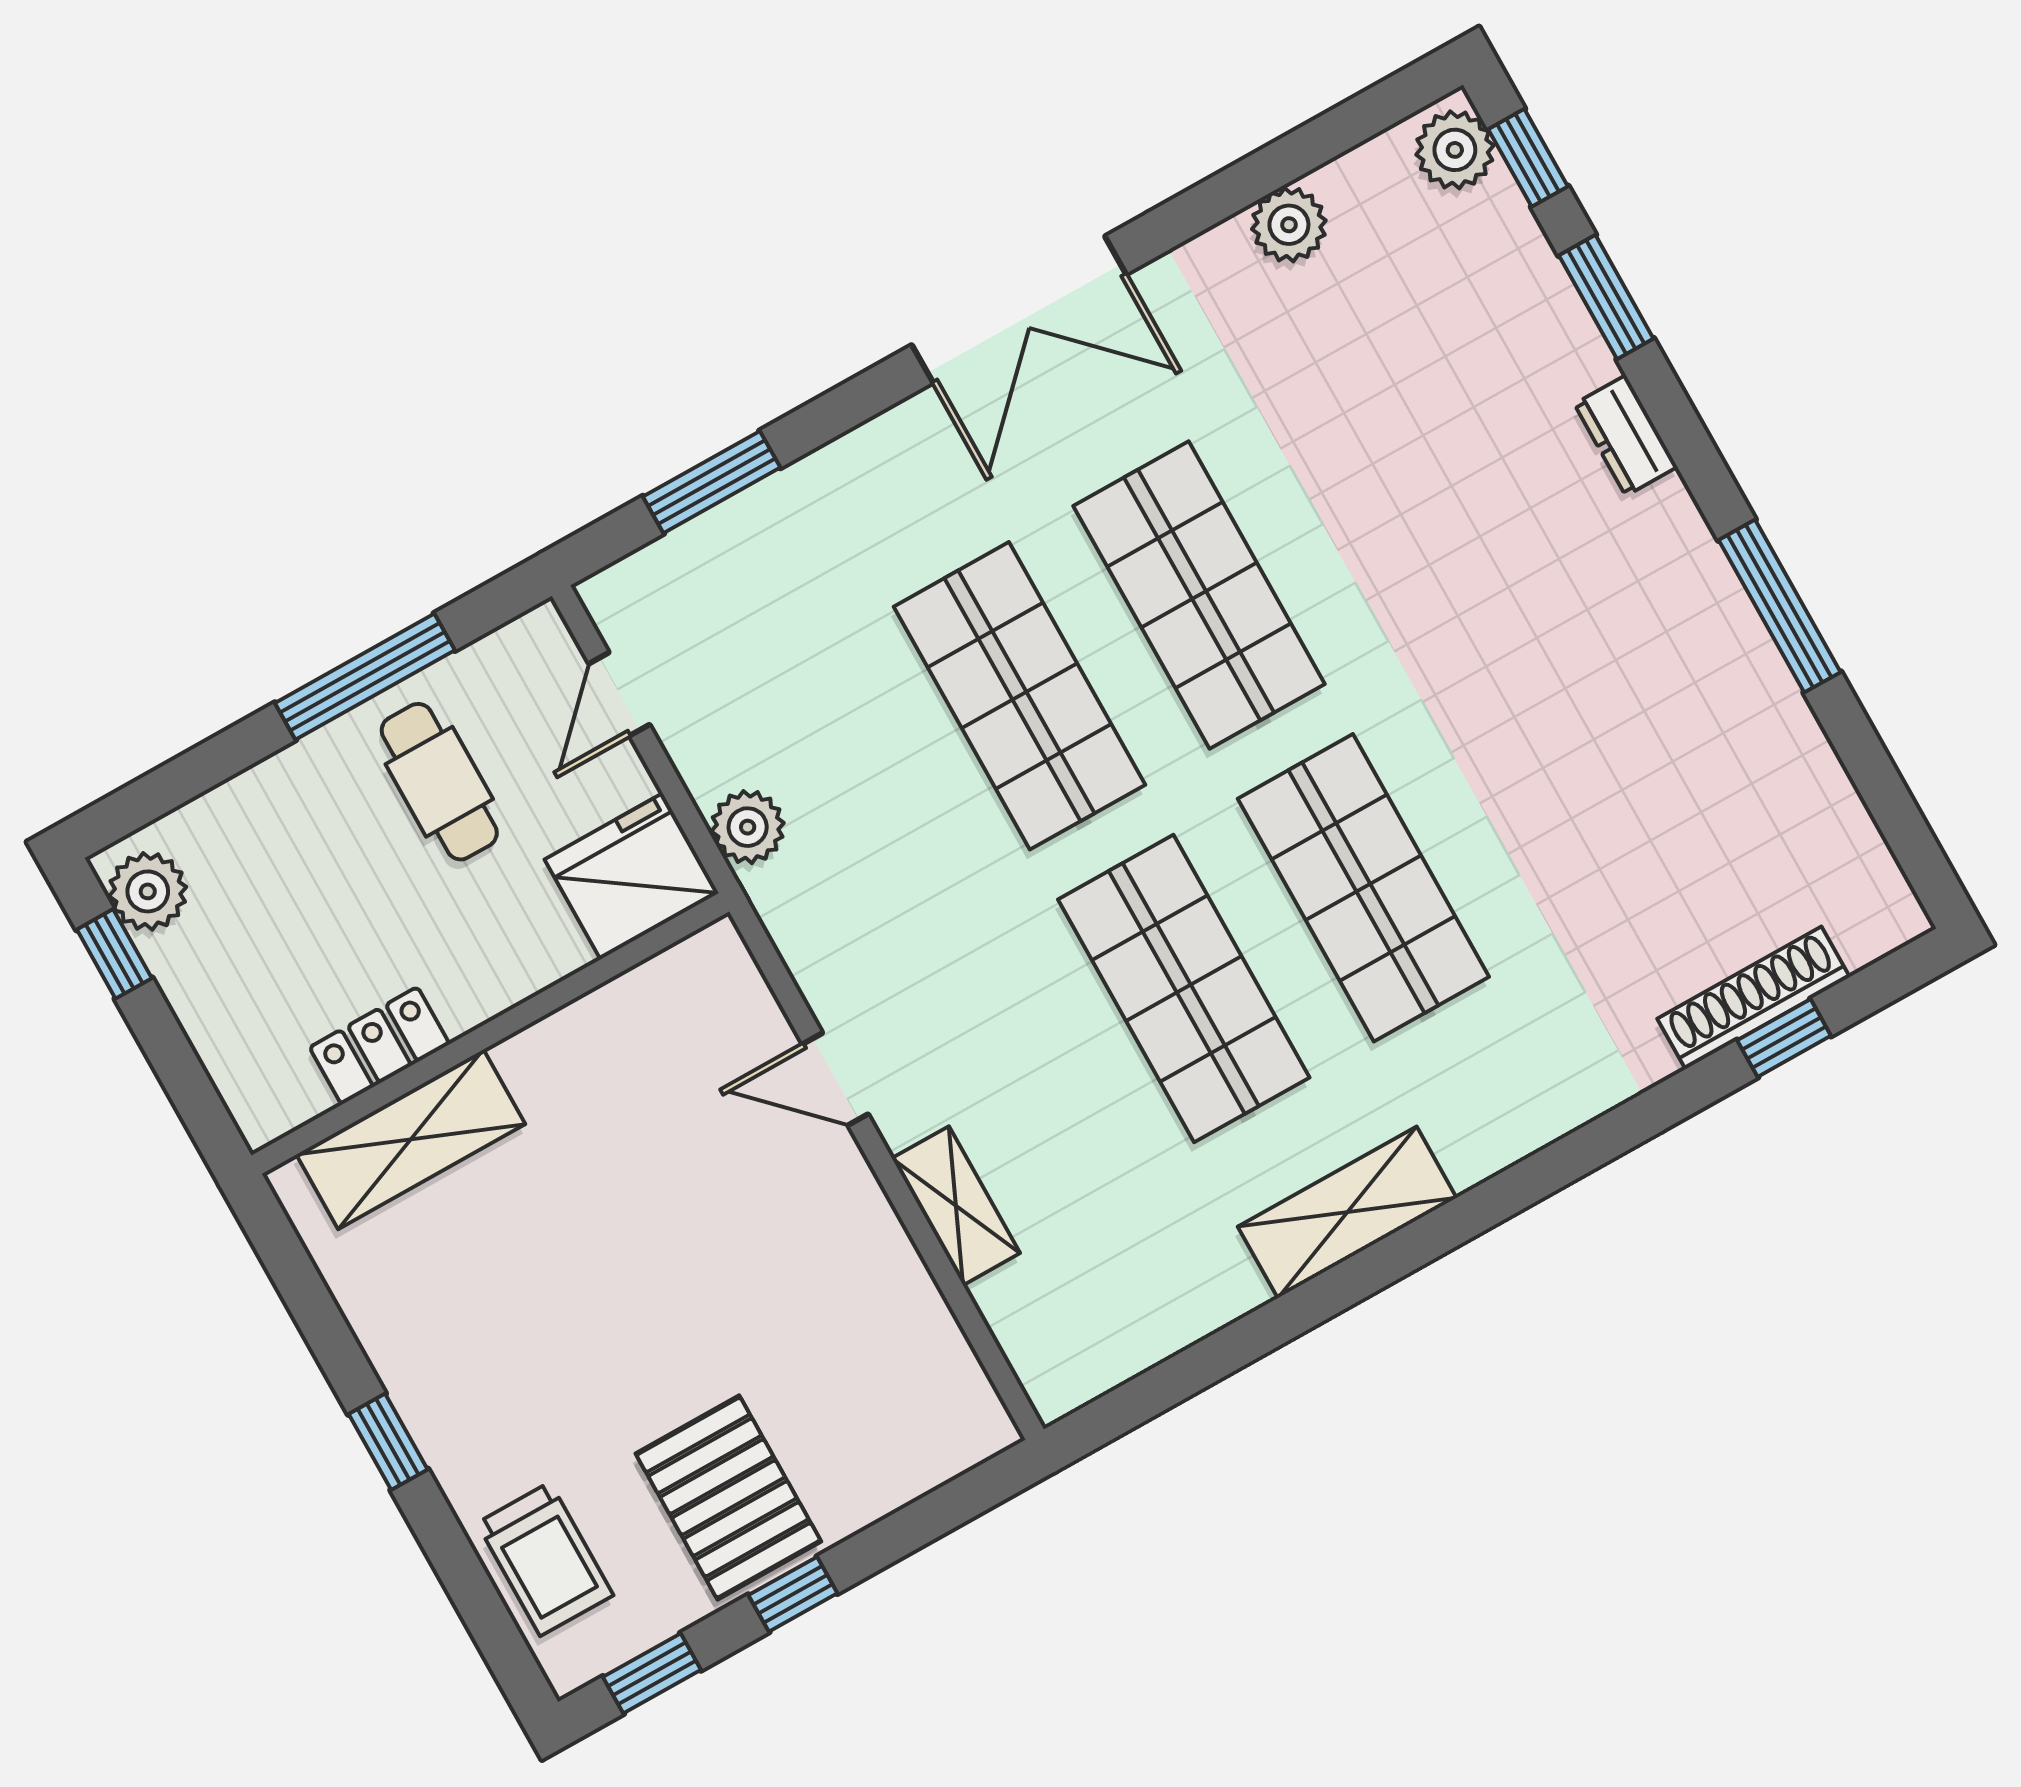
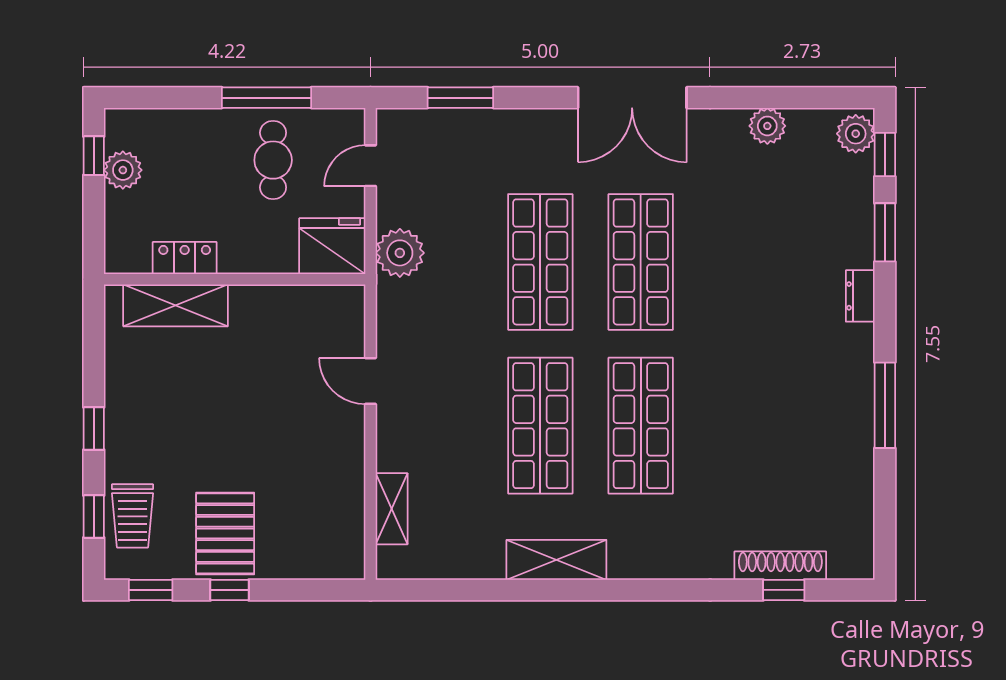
plant: (748, 827) -> (400, 253), width x1.36, depth x1.36
plant: (148, 891) -> (123, 170), moved
shelving: (956, 1206) -> (392, 509), moved
window: (476, 1599) -> (94, 517), added

